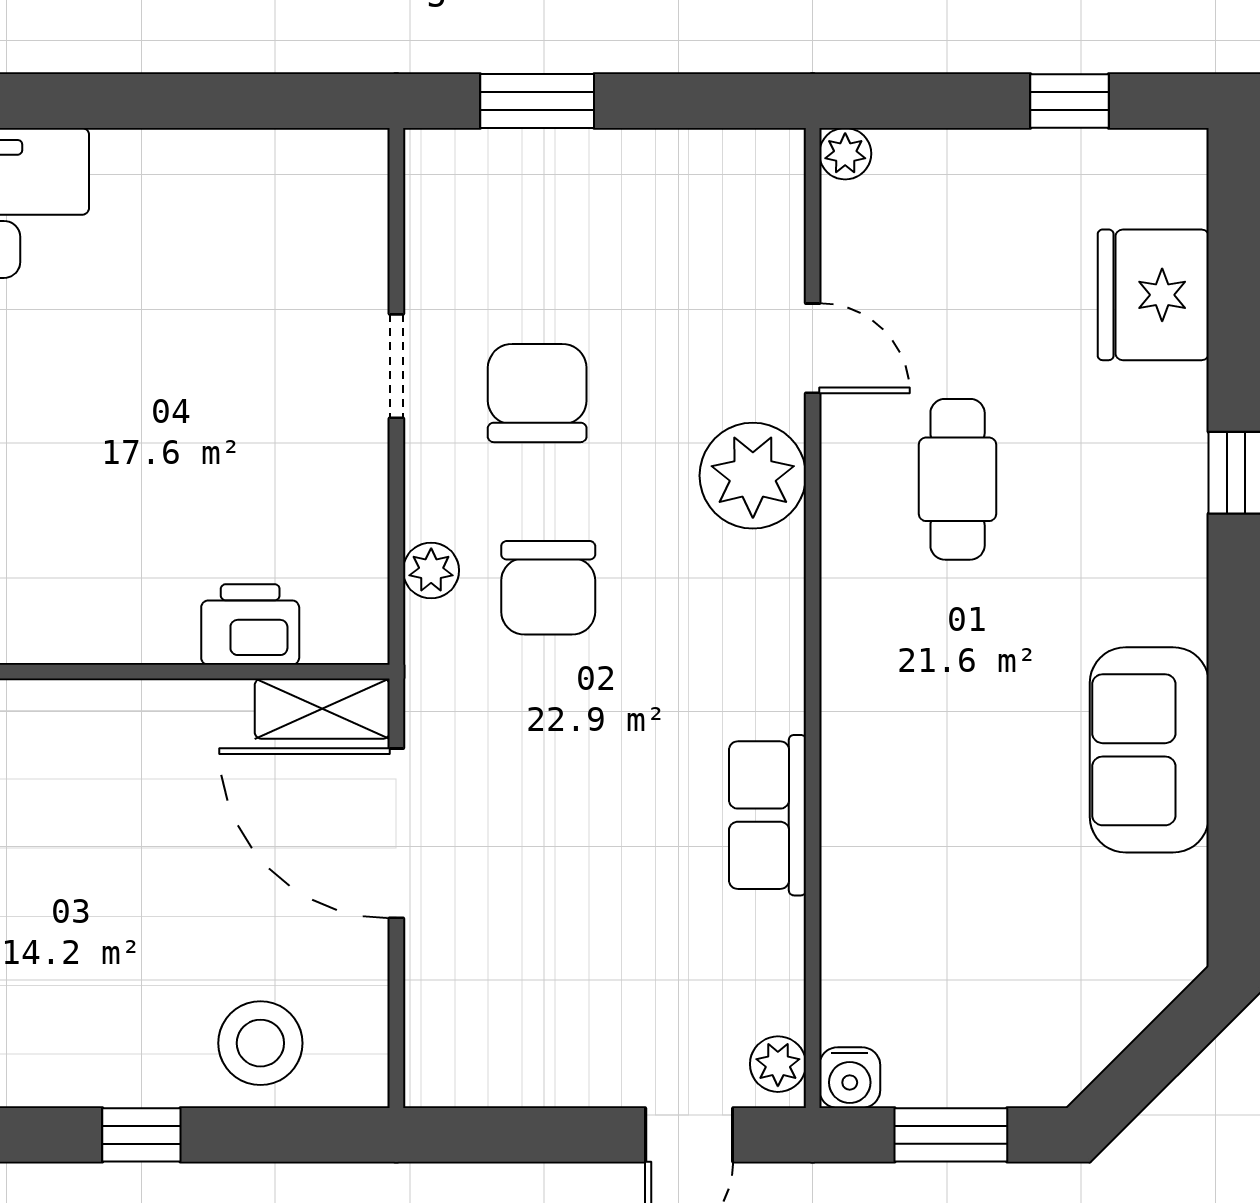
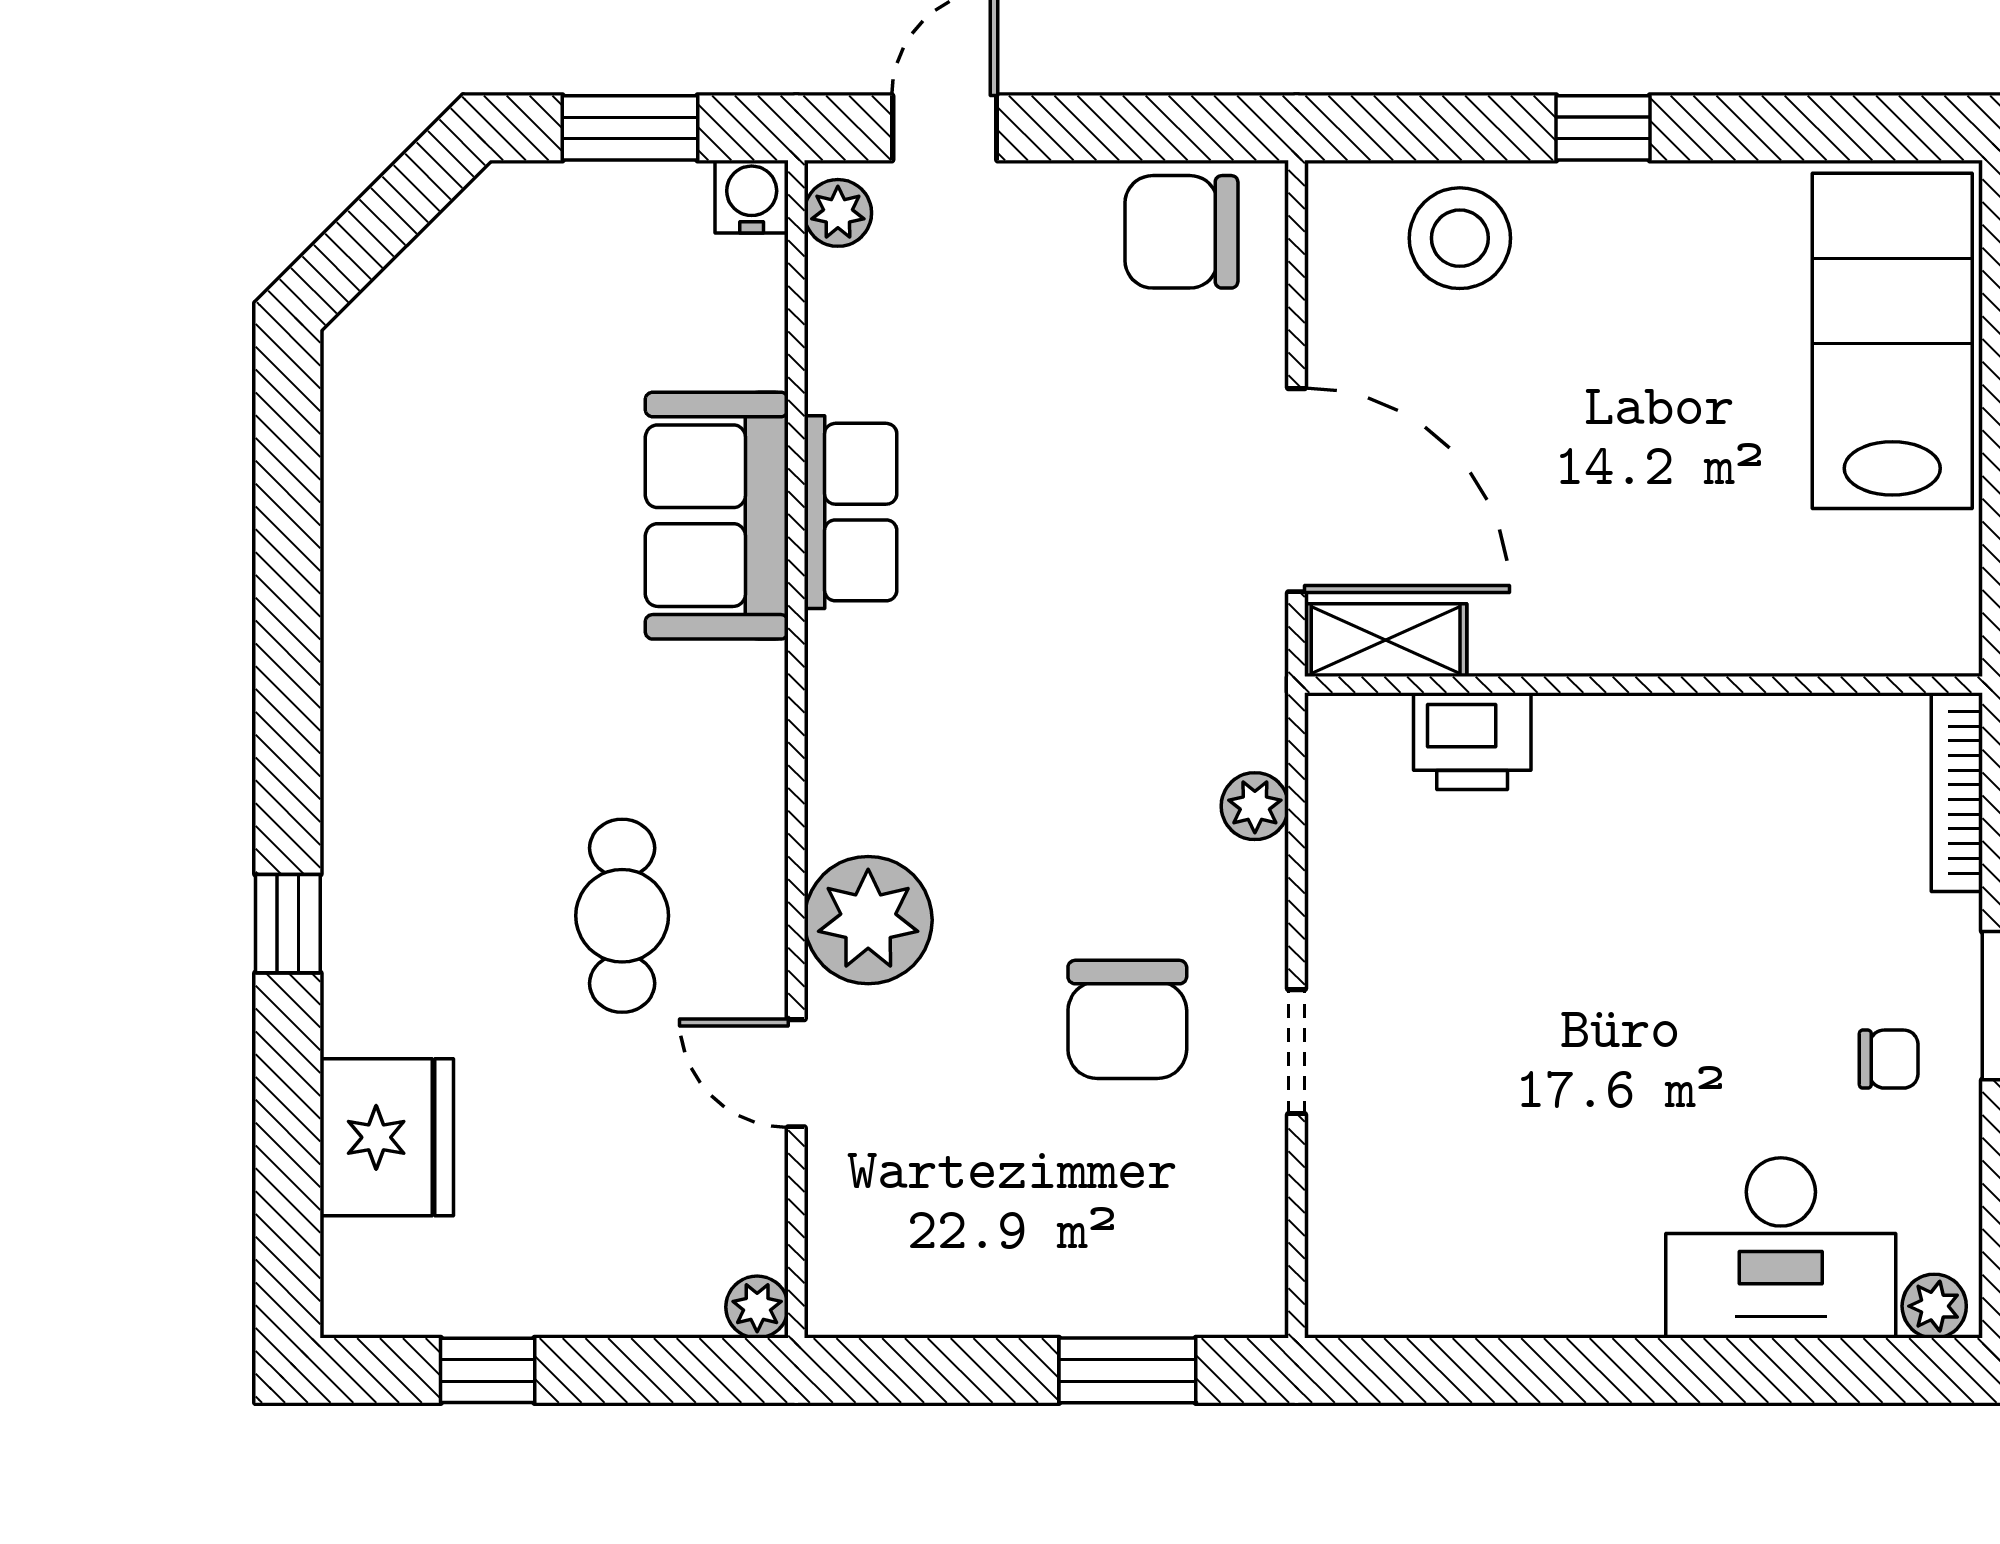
chair: (548, 588) -> (1181, 232), moved, turned -90
sofa: (1149, 750) -> (717, 516), moved, turned 180

